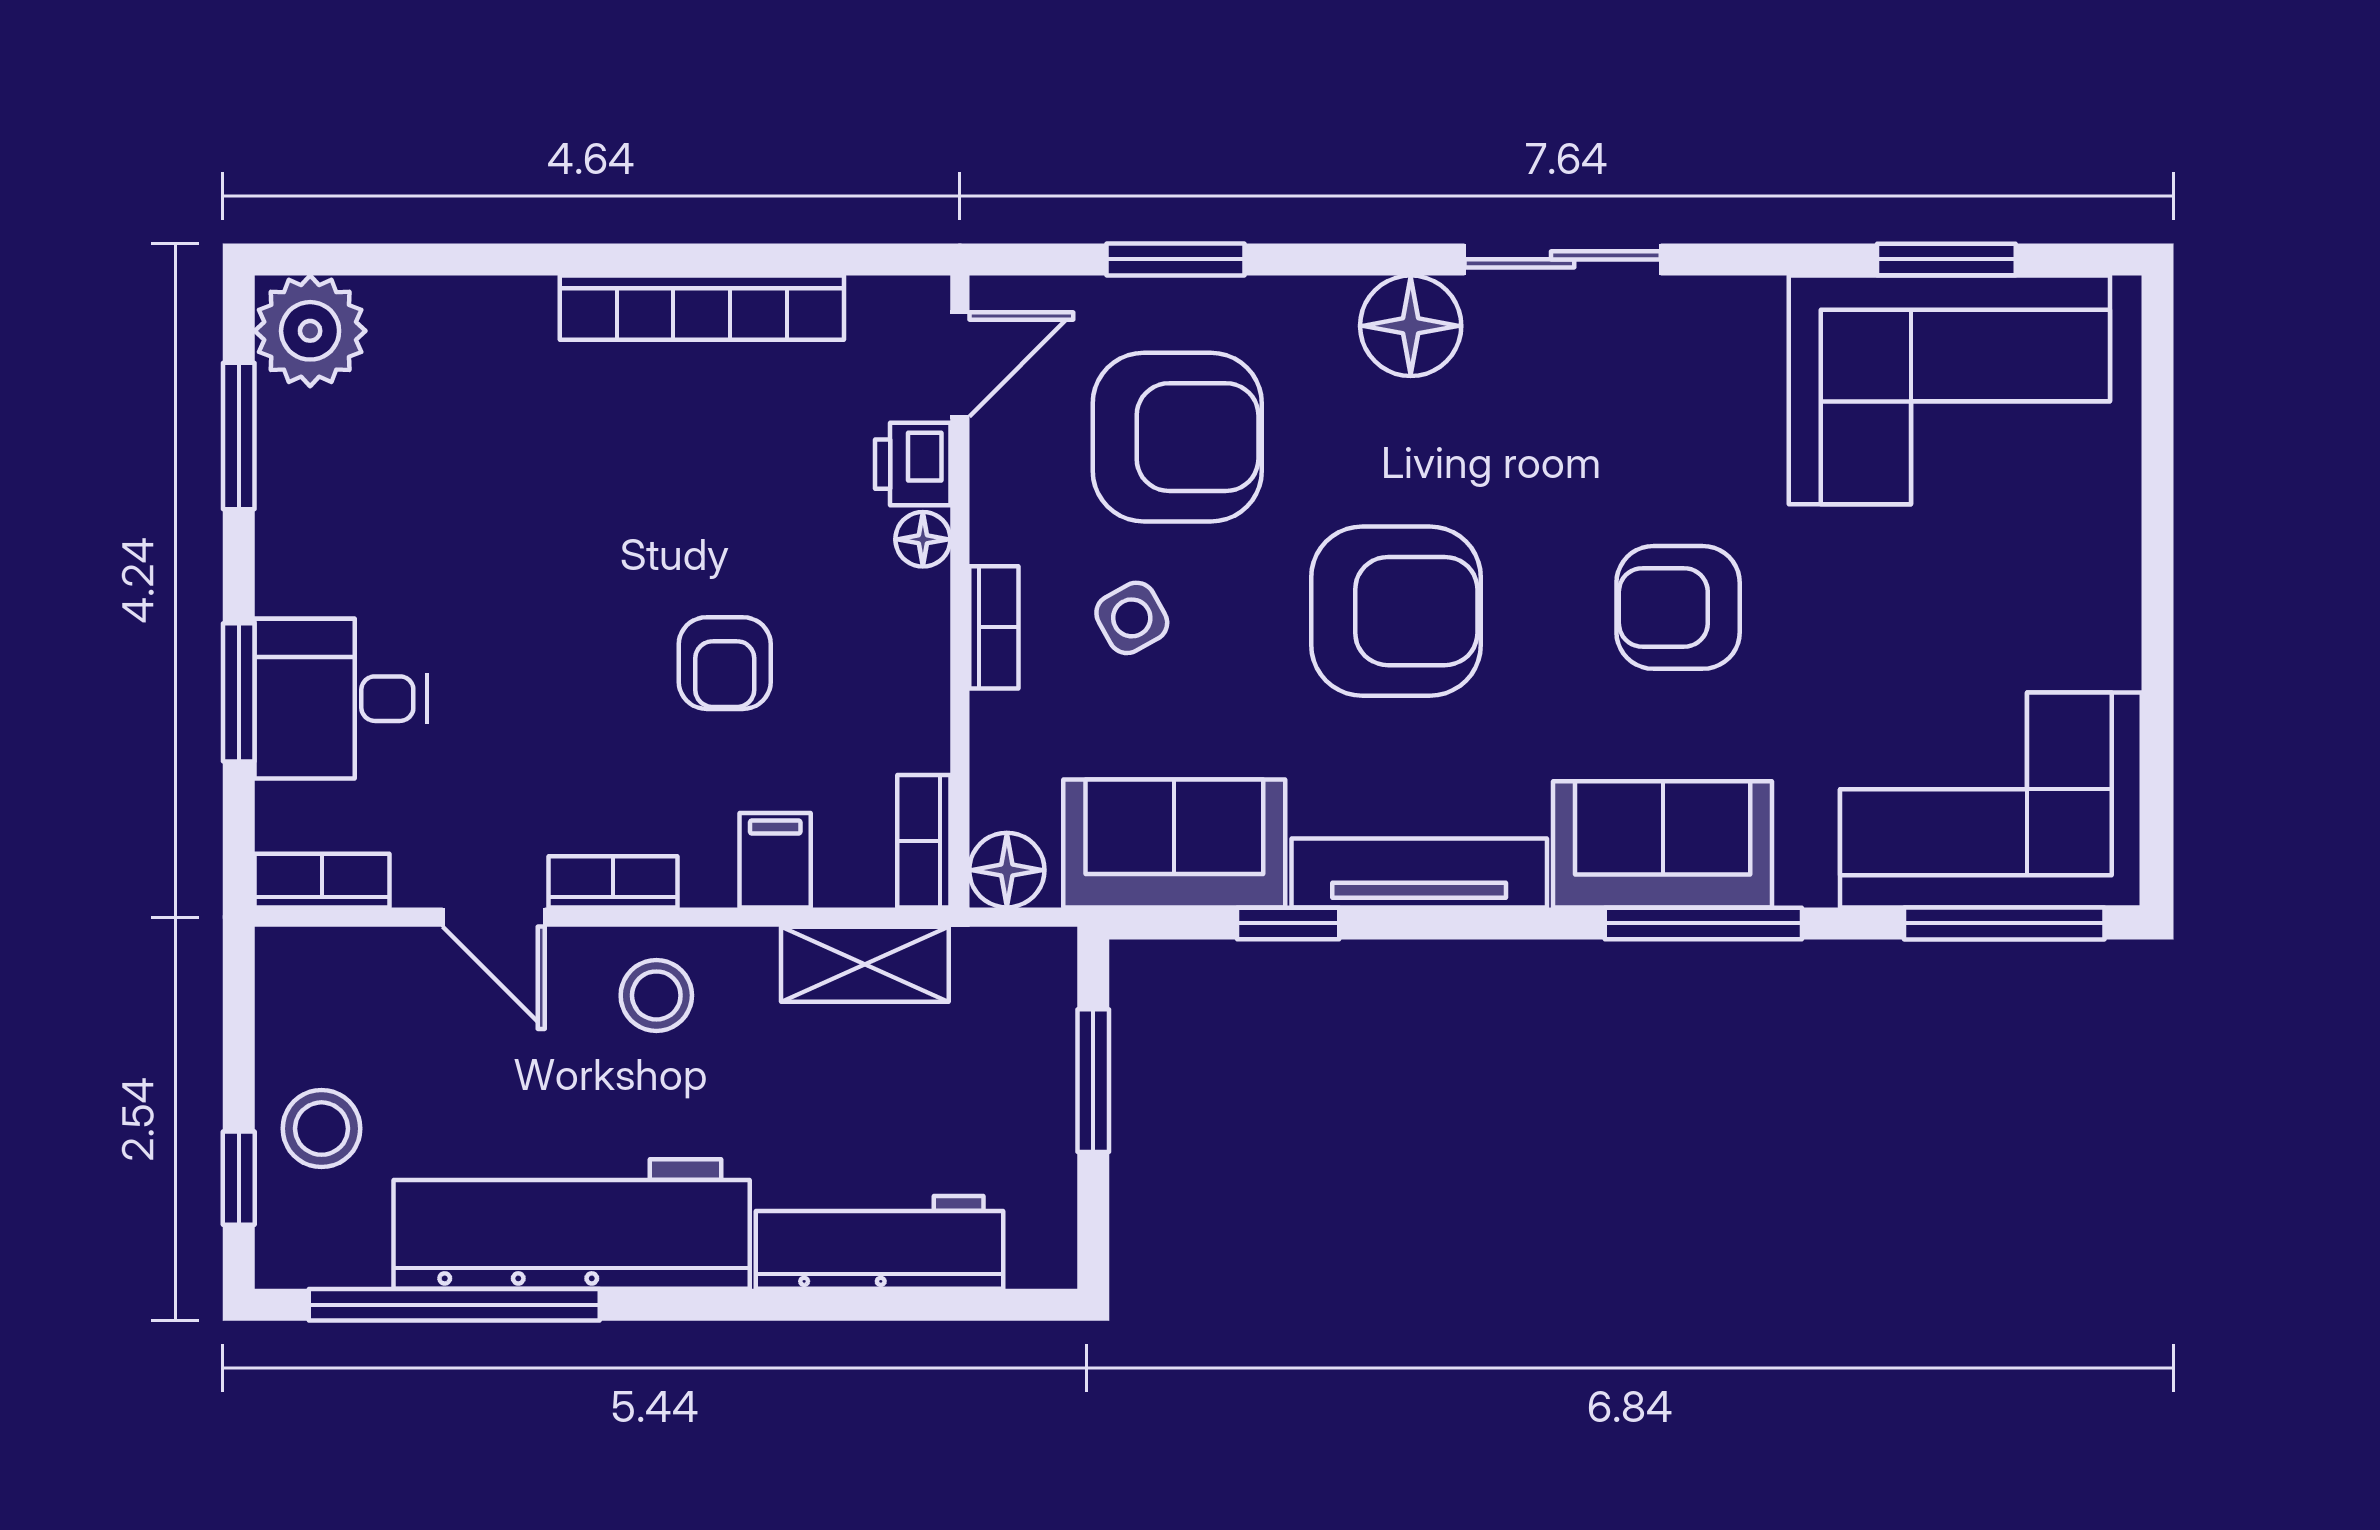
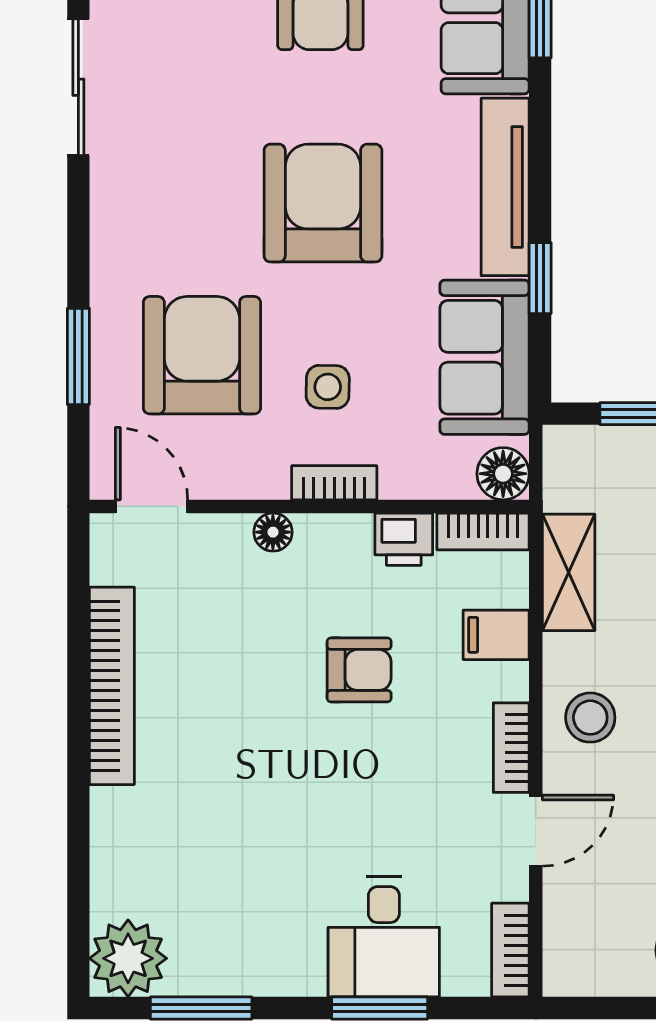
floor lamp: (1411, 326) -> (125, 193), removed
printer: (913, 464) -> (404, 539), moved
side table: (1132, 618) -> (328, 387), turned 30

